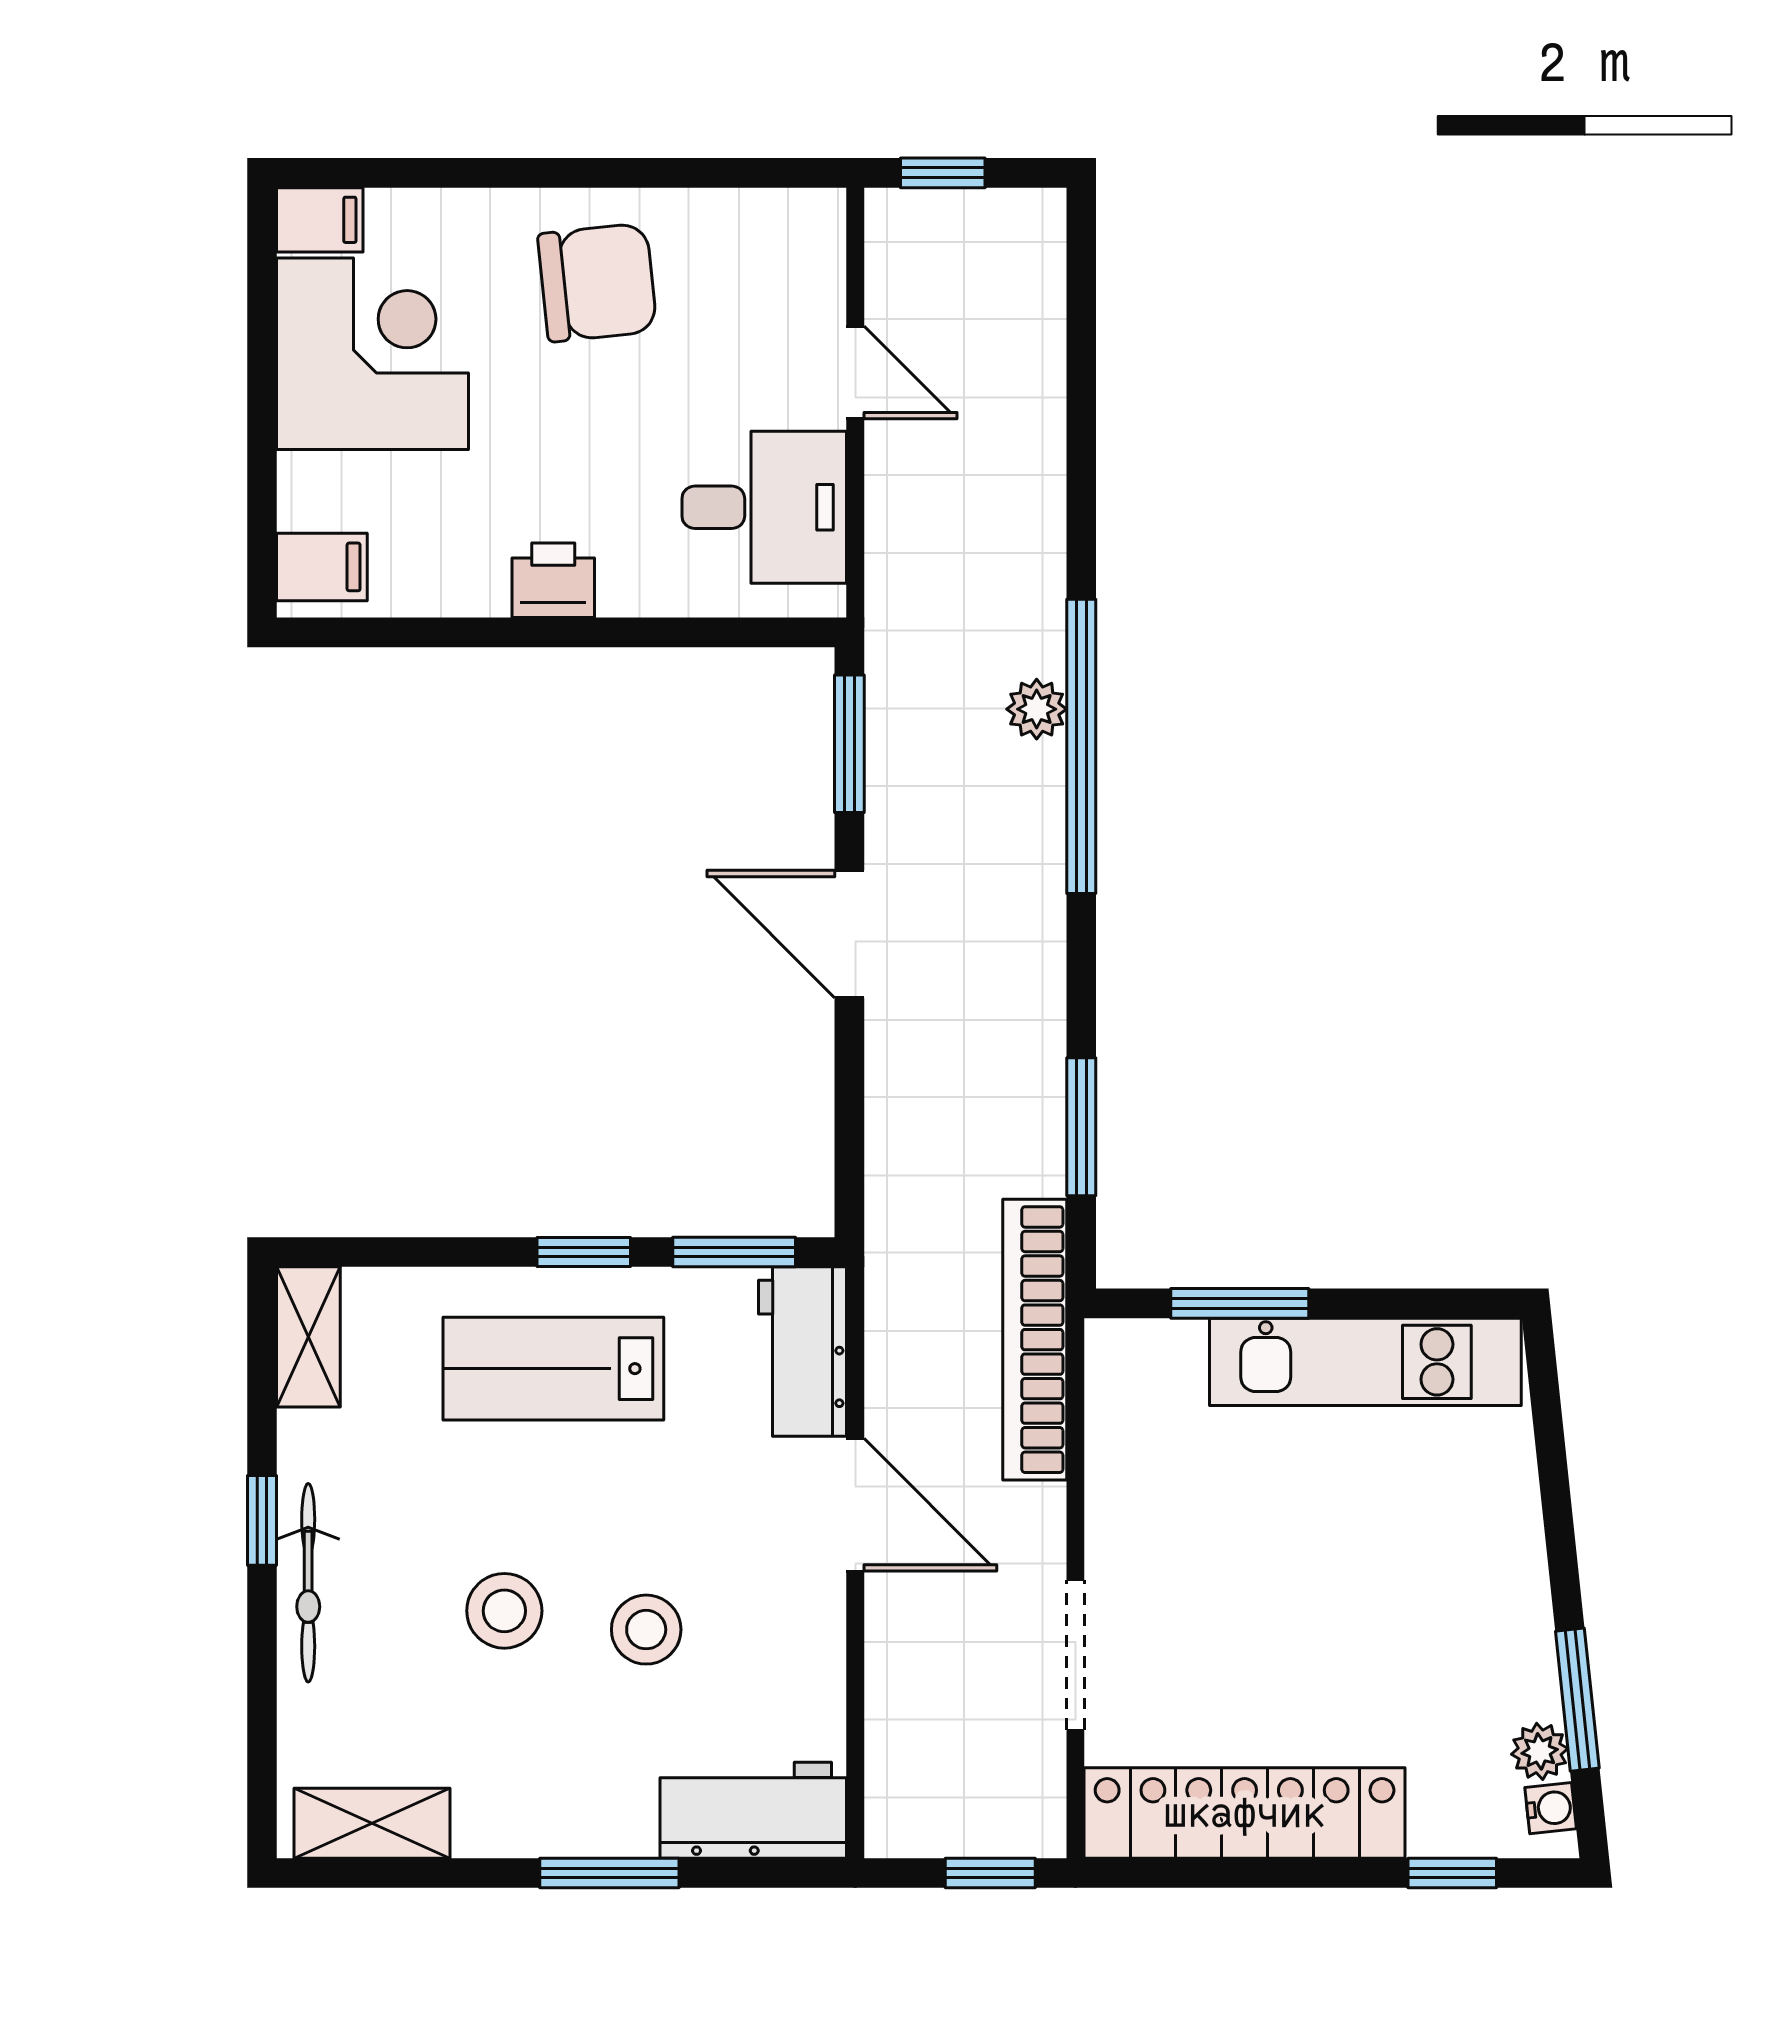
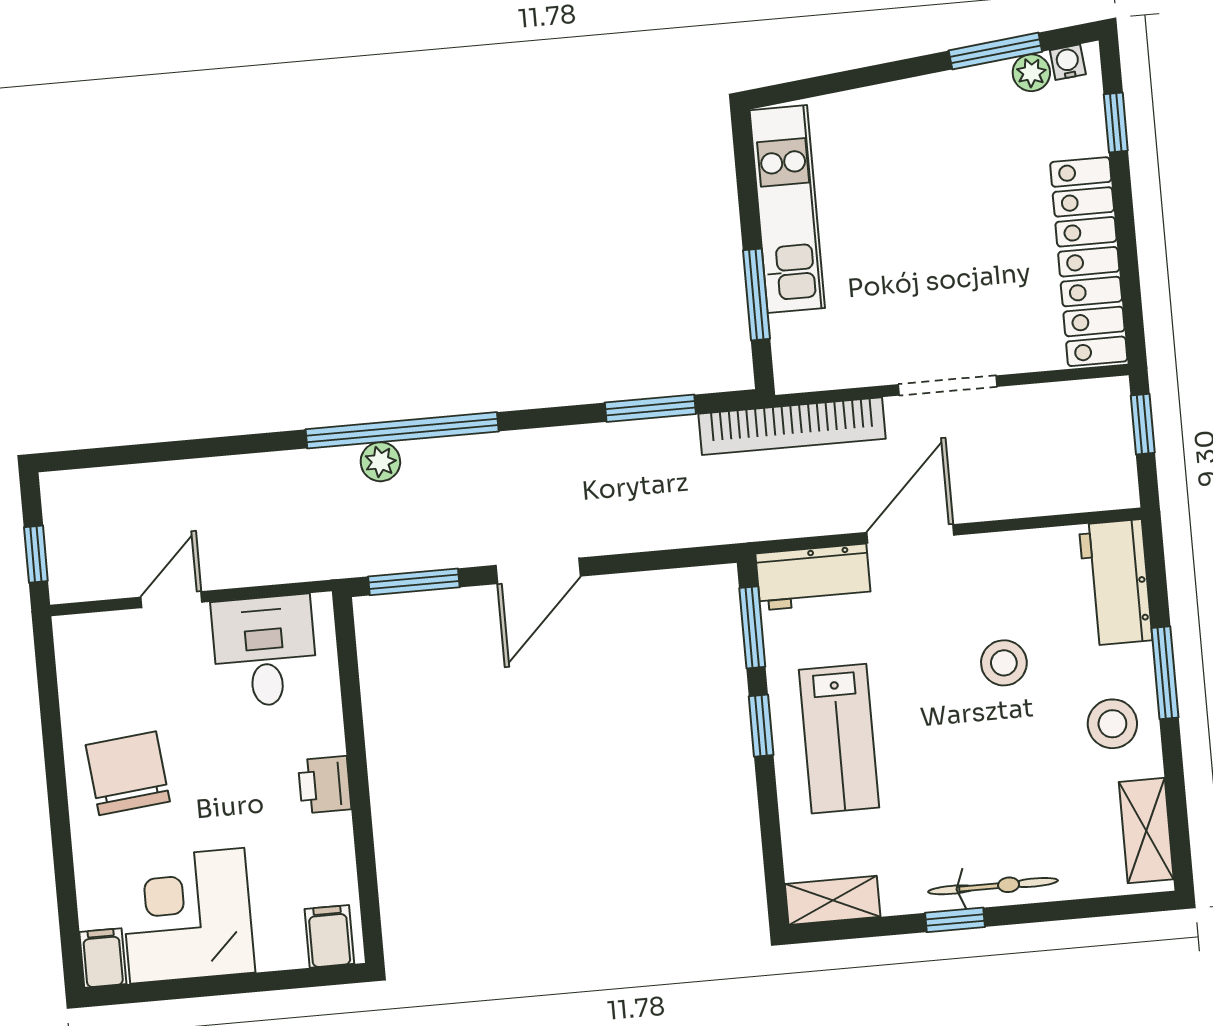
stool: (504, 1611) -> (1112, 724), moved
doorway: (1075, 1655) -> (948, 386), moved

